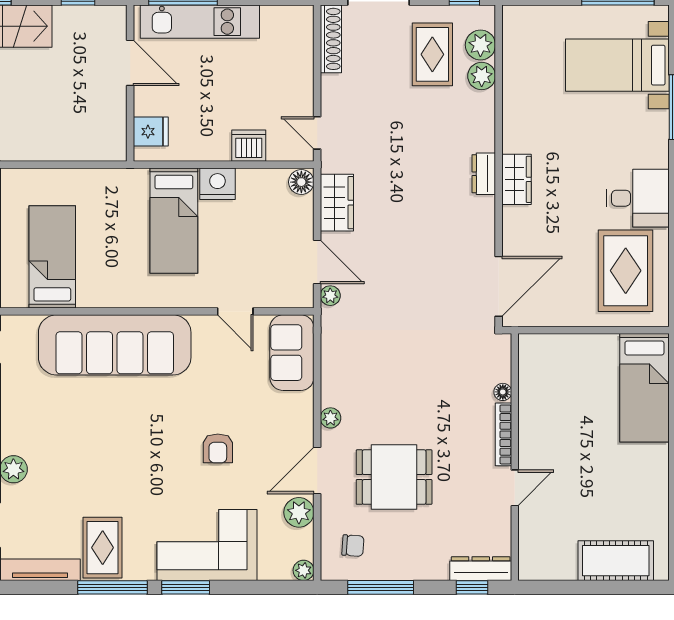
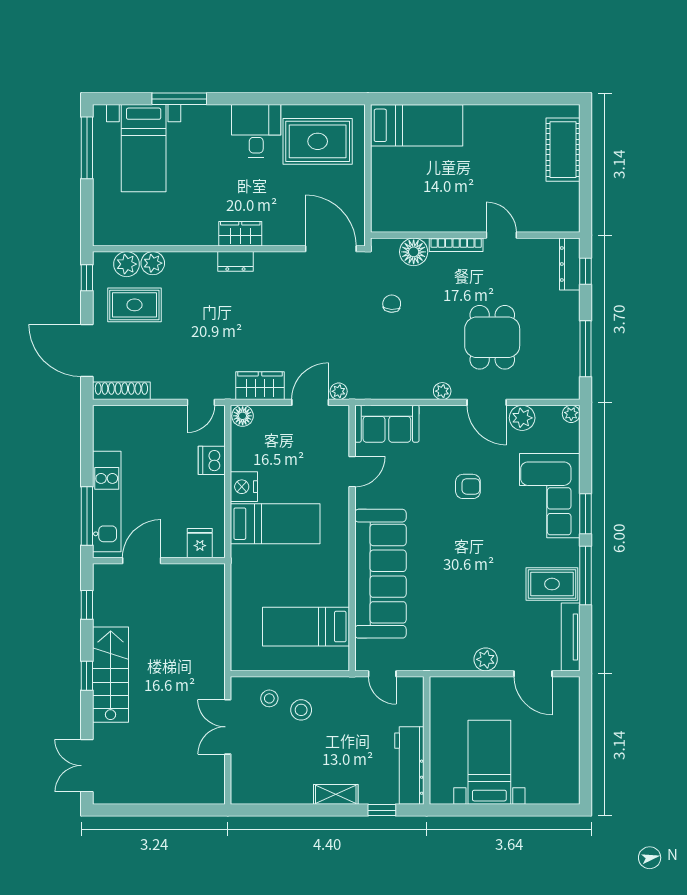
floor lamp: (503, 392) -> (414, 252), width x1.89, depth x1.89
chair: (353, 546) -> (392, 304), moved

